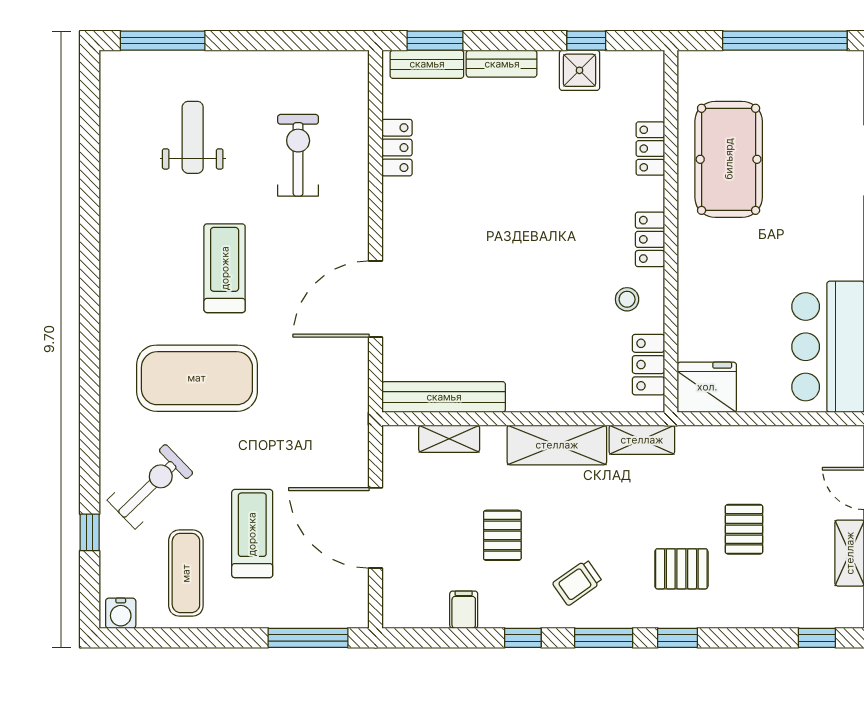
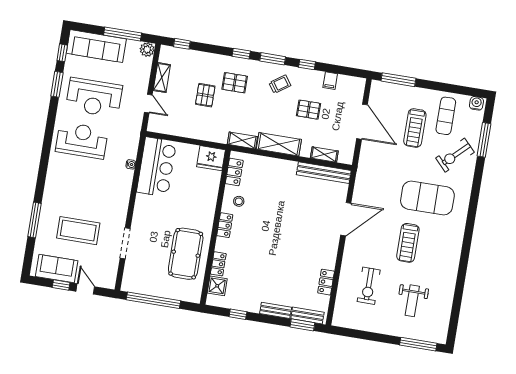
shower: (579, 70) -> (217, 286), moved
window: (90, 532) -> (484, 140), width x2.17
pallet: (502, 535) -> (308, 110), turned 90

